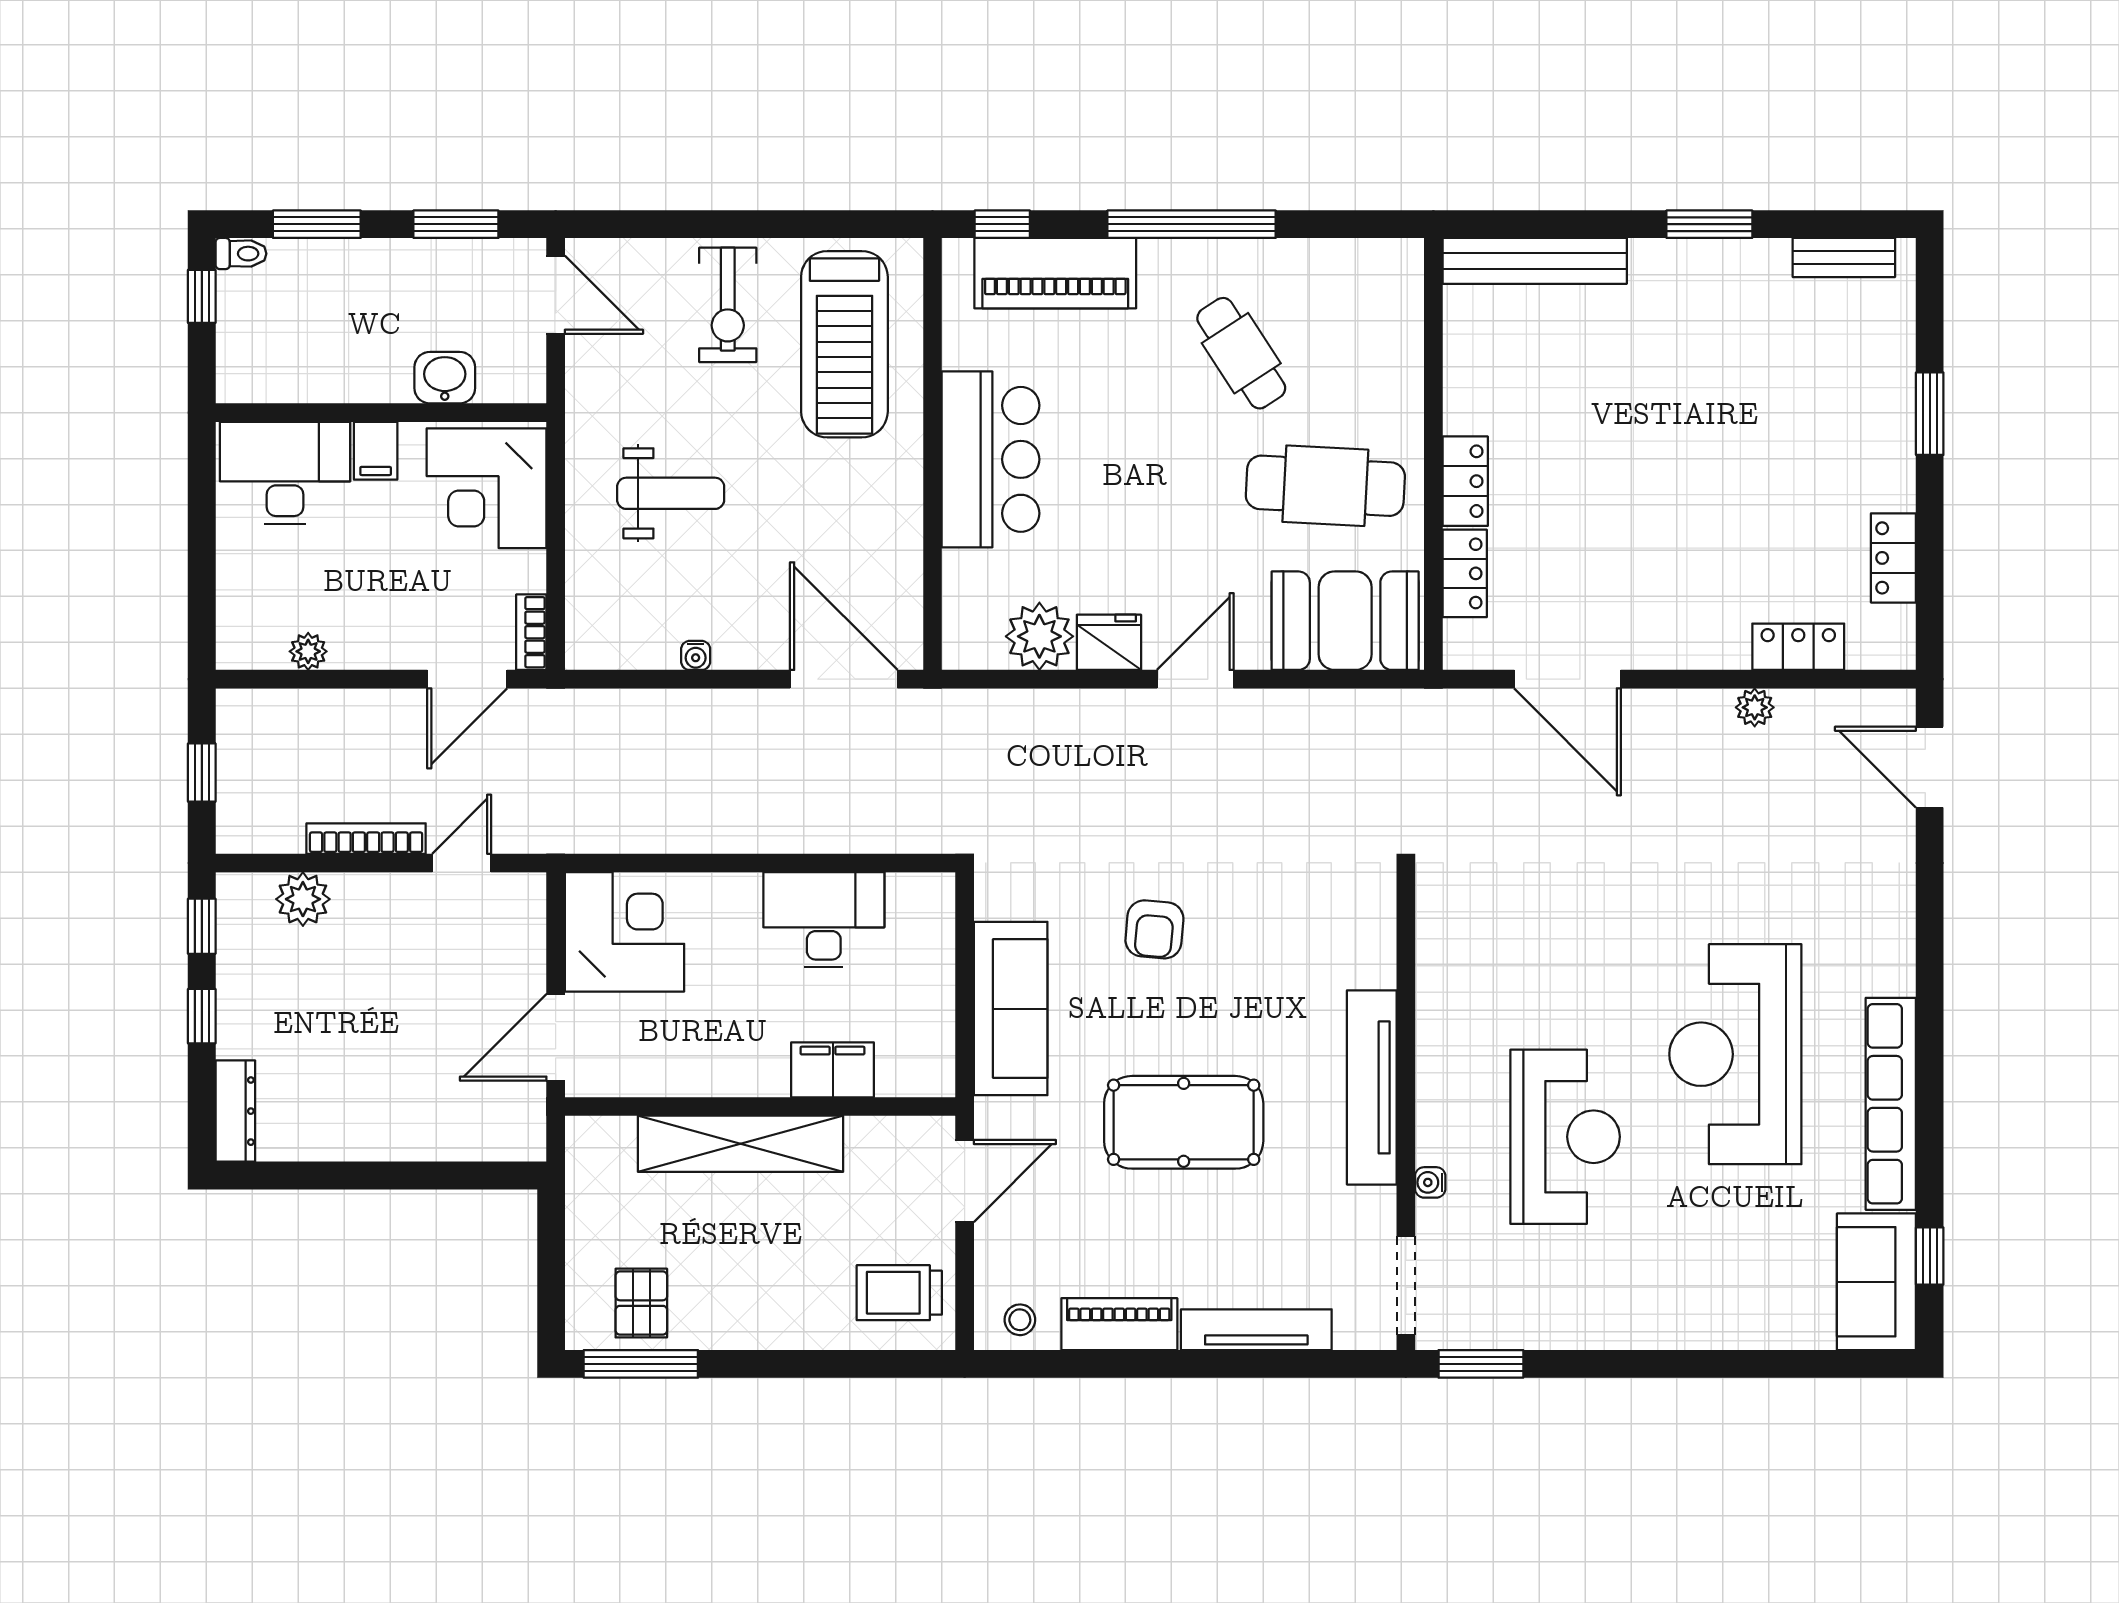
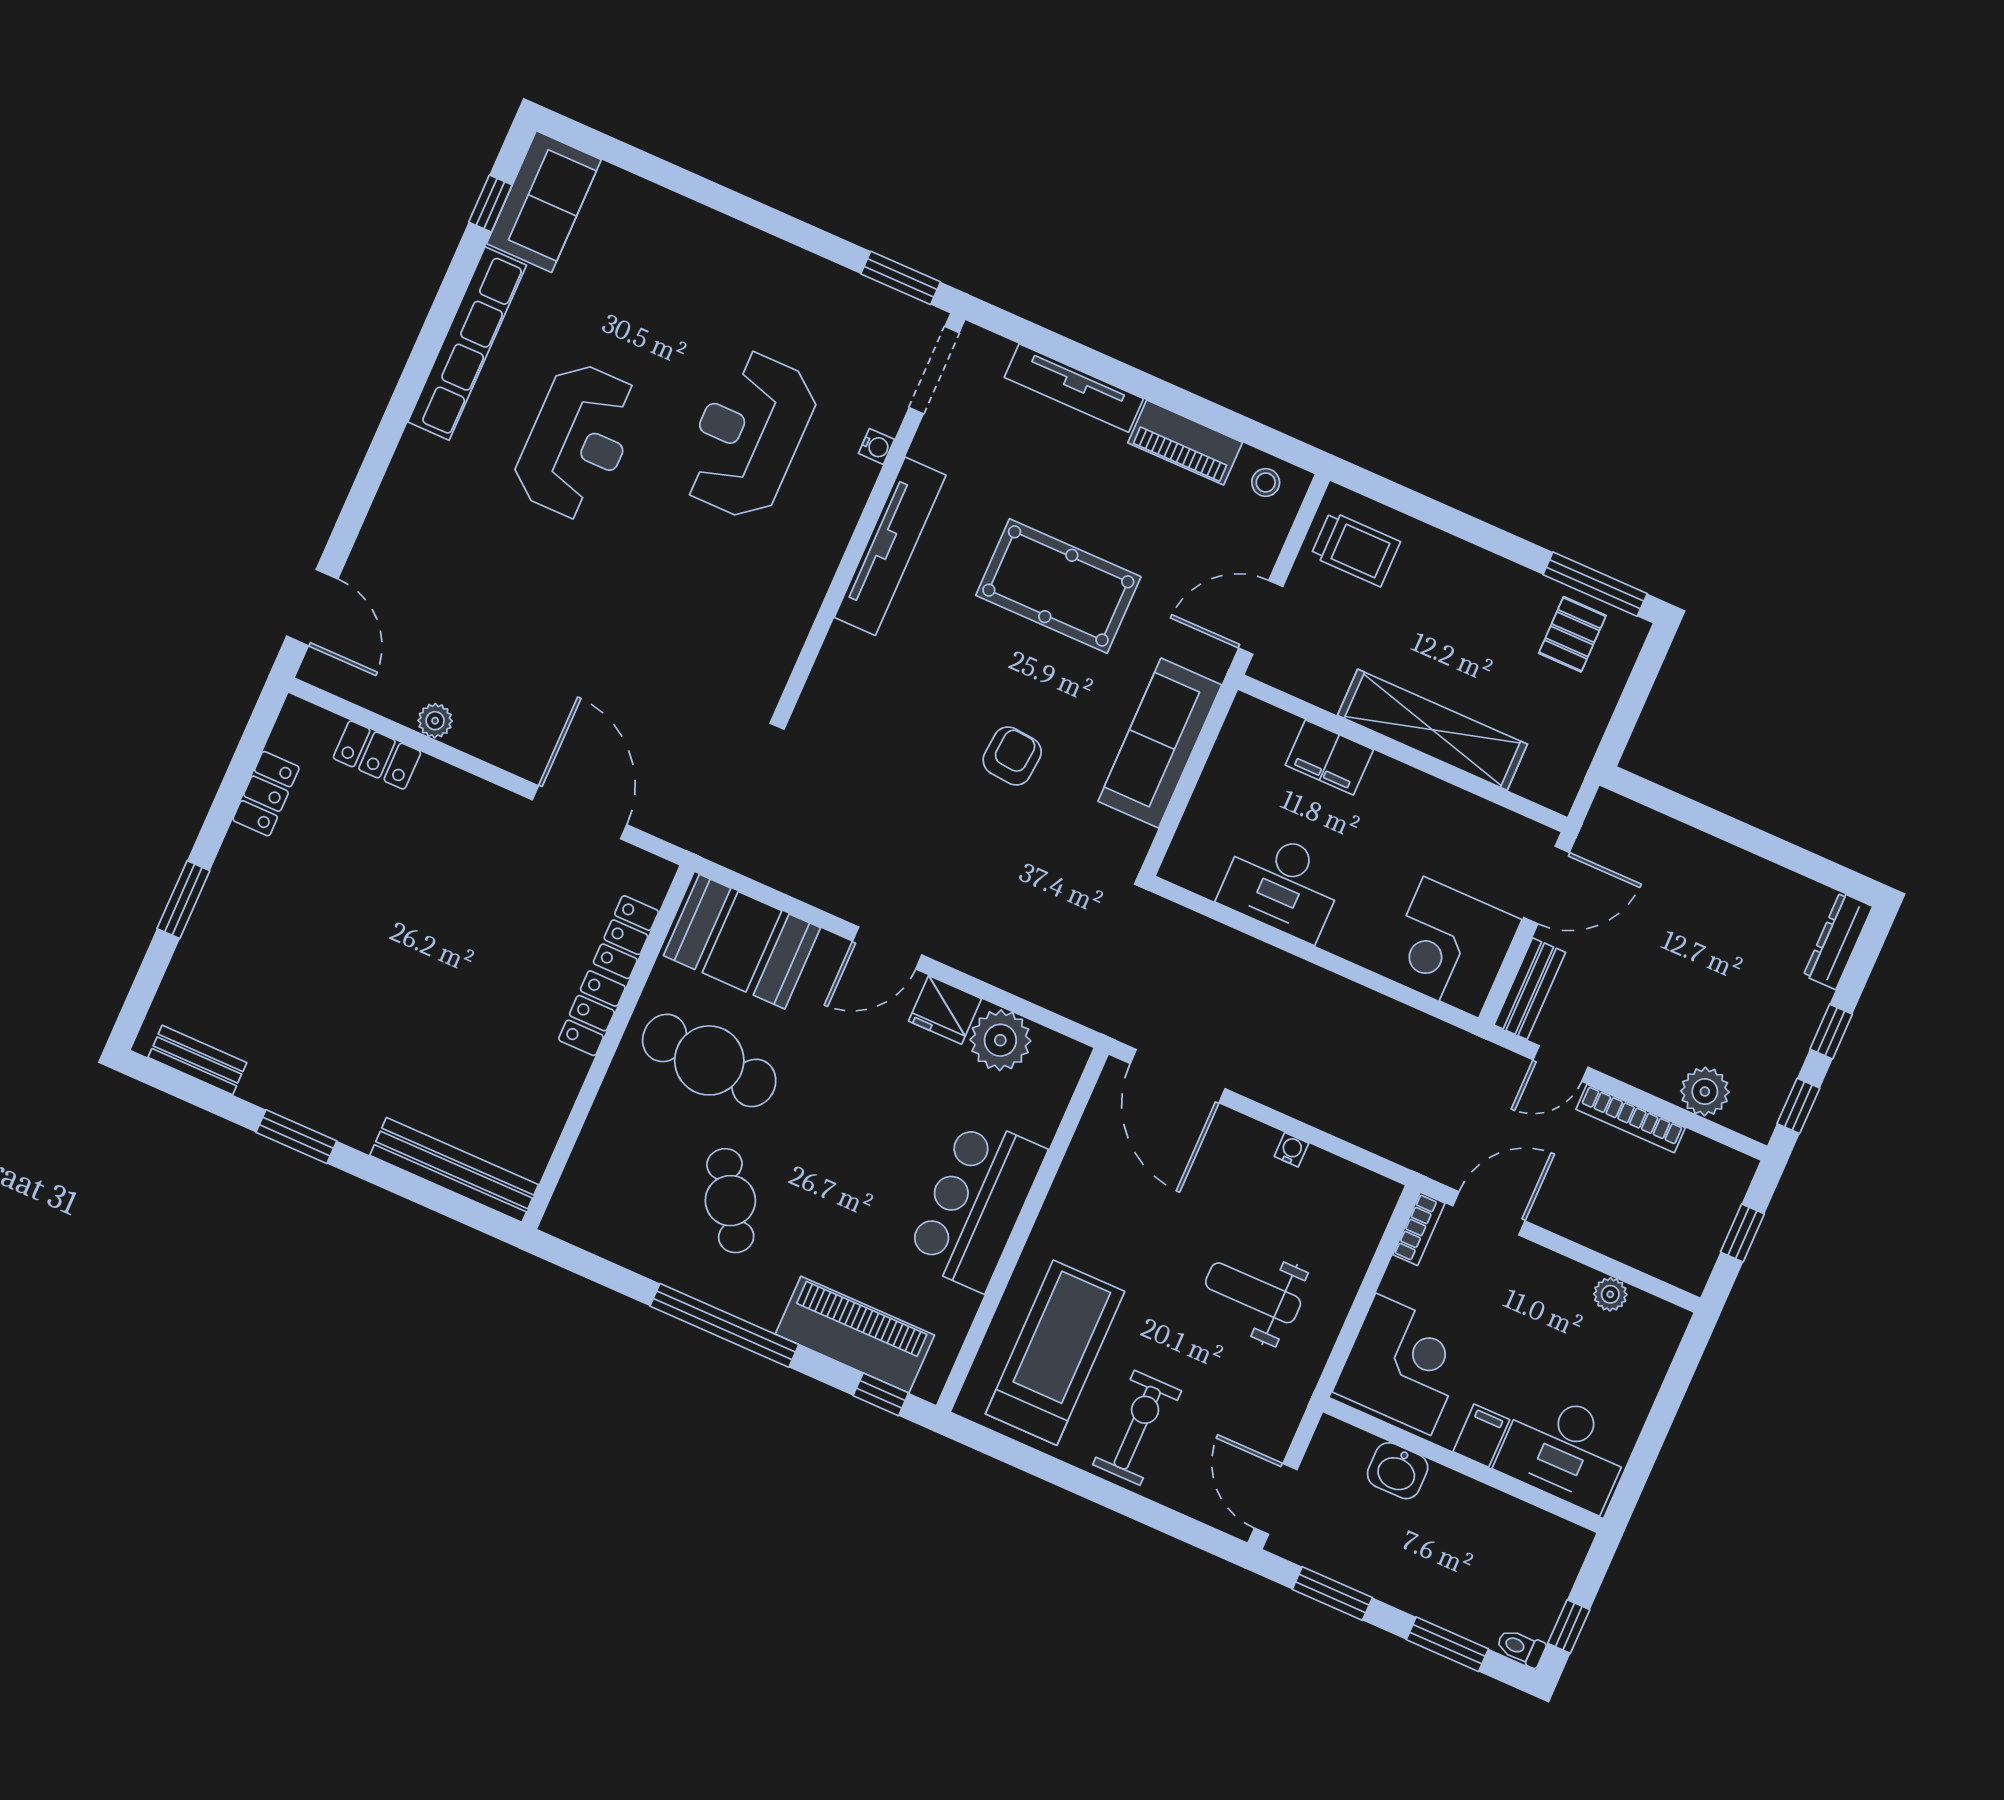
bench: (526, 925) -> (1530, 989), added
reception desk: (1735, 1054) -> (577, 441), width x0.74, depth x0.77

